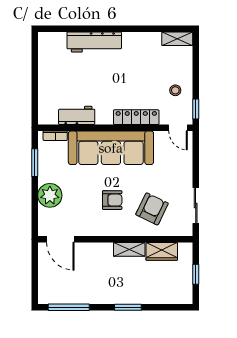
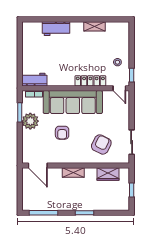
shelving: (177, 39) -> (94, 26), moved
workbench: (94, 42) -> (56, 29), width x0.73
workbench: (77, 115) -> (34, 80), moved
plant: (50, 195) -> (30, 121), moved
armchair: (112, 200) -> (62, 133), moved, turned 90
shelving: (129, 249) -> (73, 173), moved

